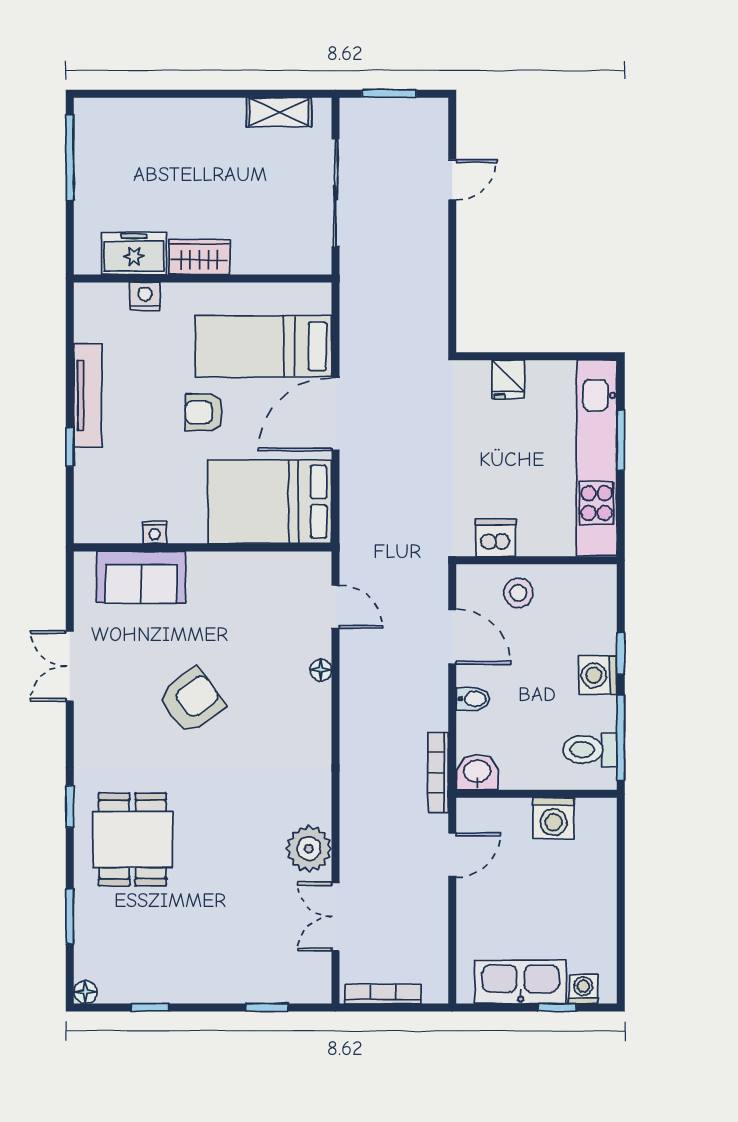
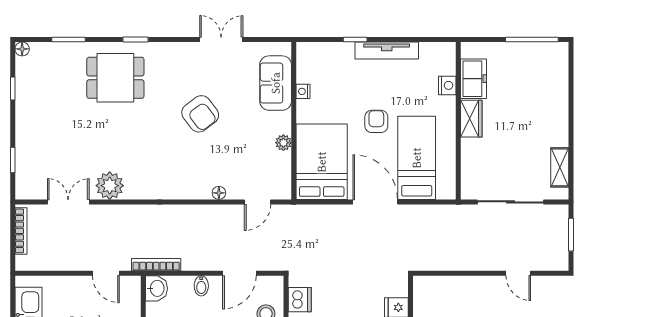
plant: (239, 564) -> (283, 143), added

